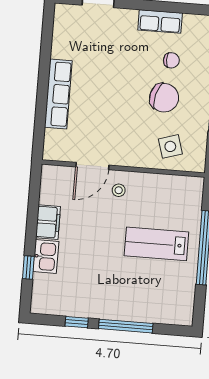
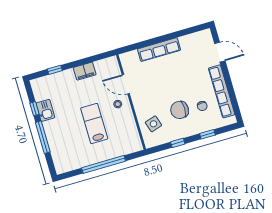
row of seats: (160, 22) -> (222, 91), width x2.02
chair: (164, 98) -> (180, 110), turned 75
lab bench: (156, 244) -> (94, 123), moved
kitchen sink: (46, 256) -> (45, 110), moved, turned -90

